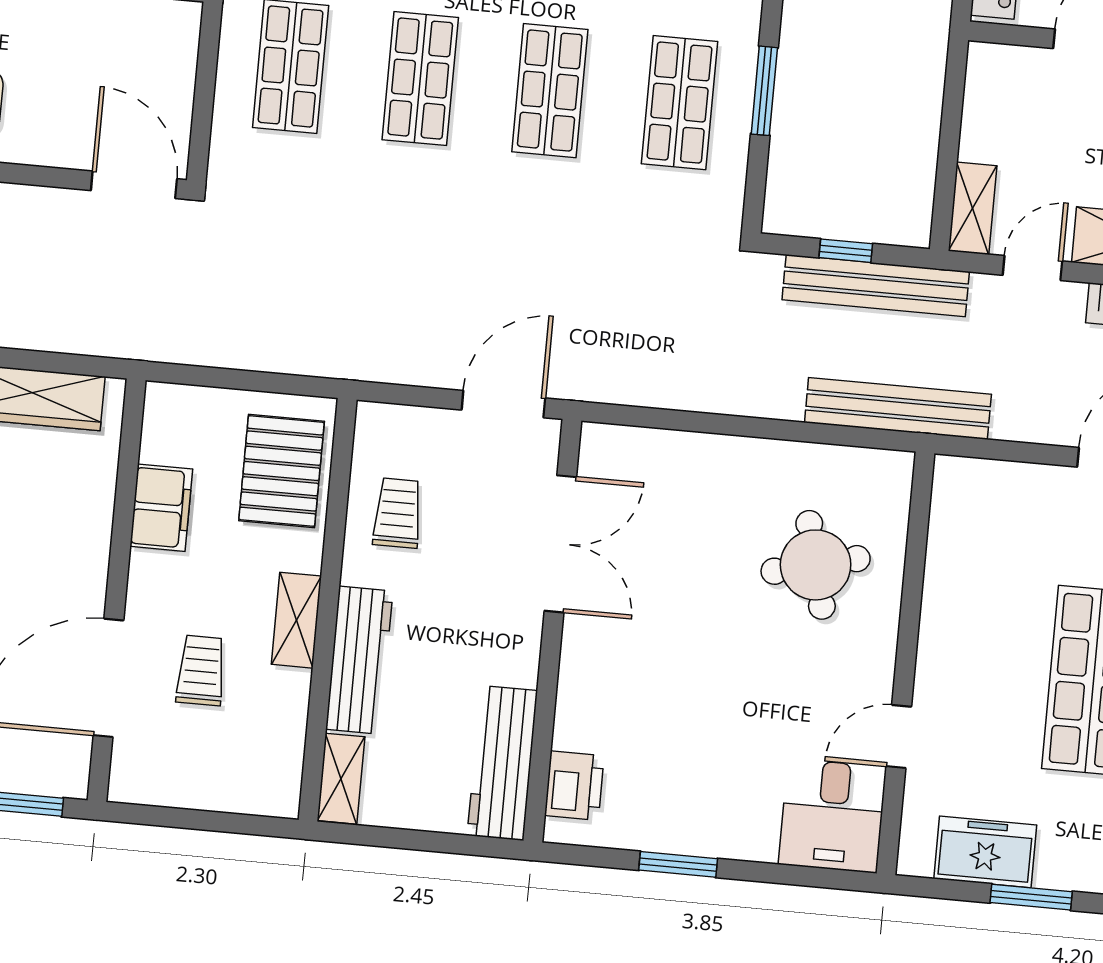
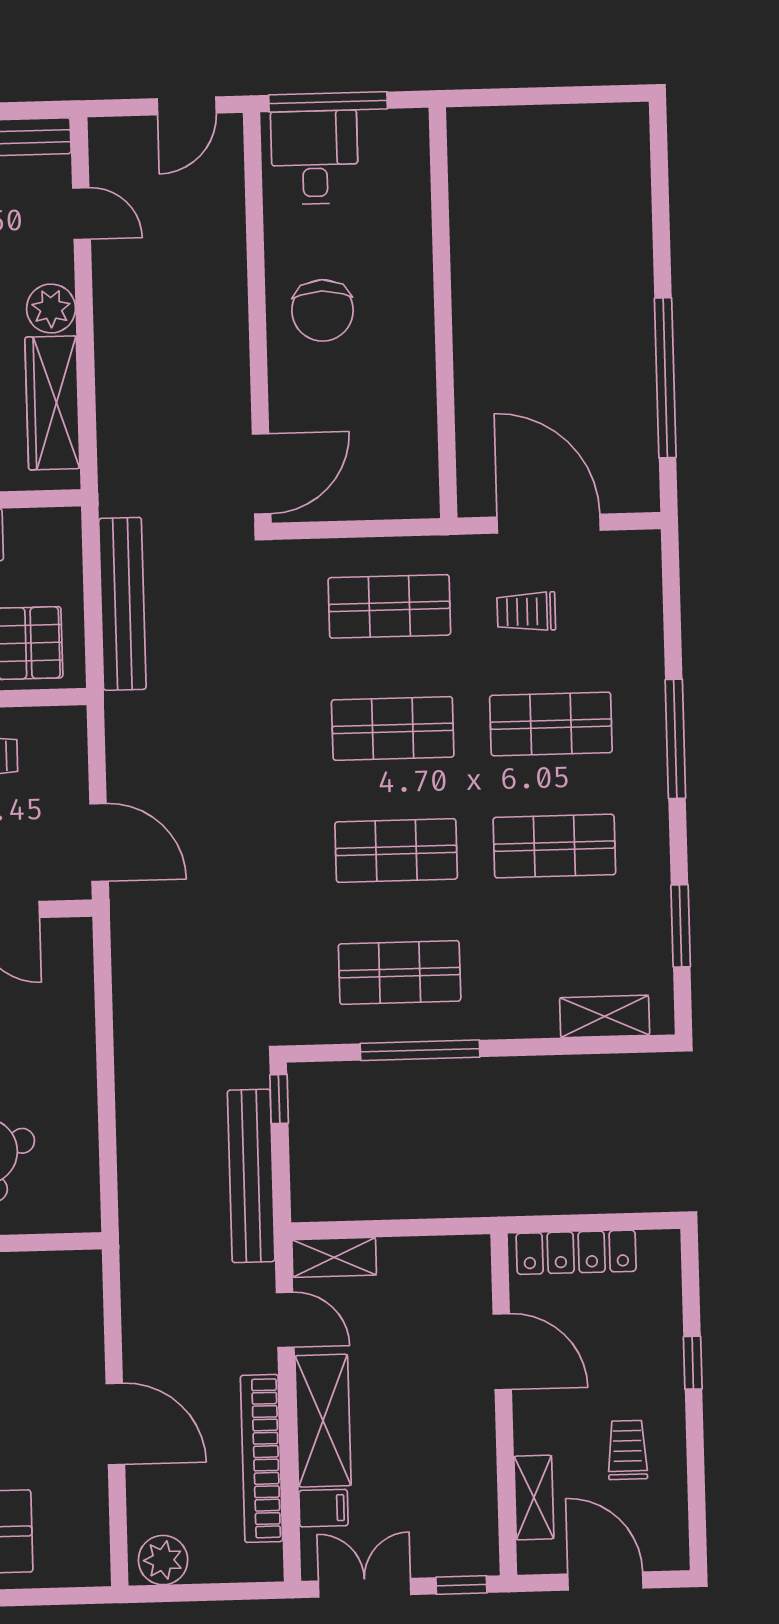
window: (764, 91) -> (420, 1050), width x1.44
window: (846, 251) -> (279, 1099), moved
bench: (898, 408) -> (122, 604), moved

